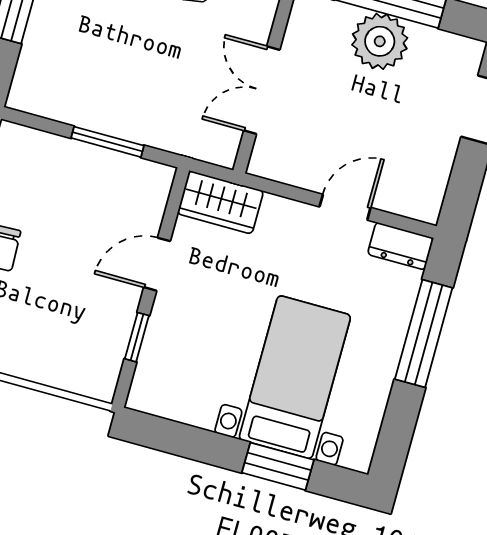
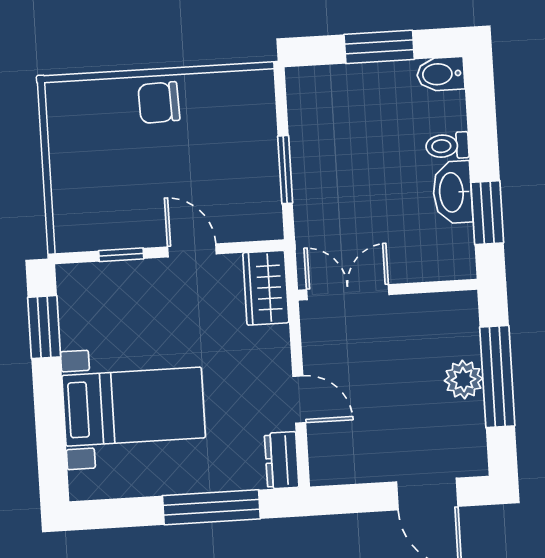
plant: (380, 41) -> (463, 380), width x0.73, depth x0.73
double door: (262, 90) -> (348, 292), moved
window: (278, 466) -> (44, 327), moved

